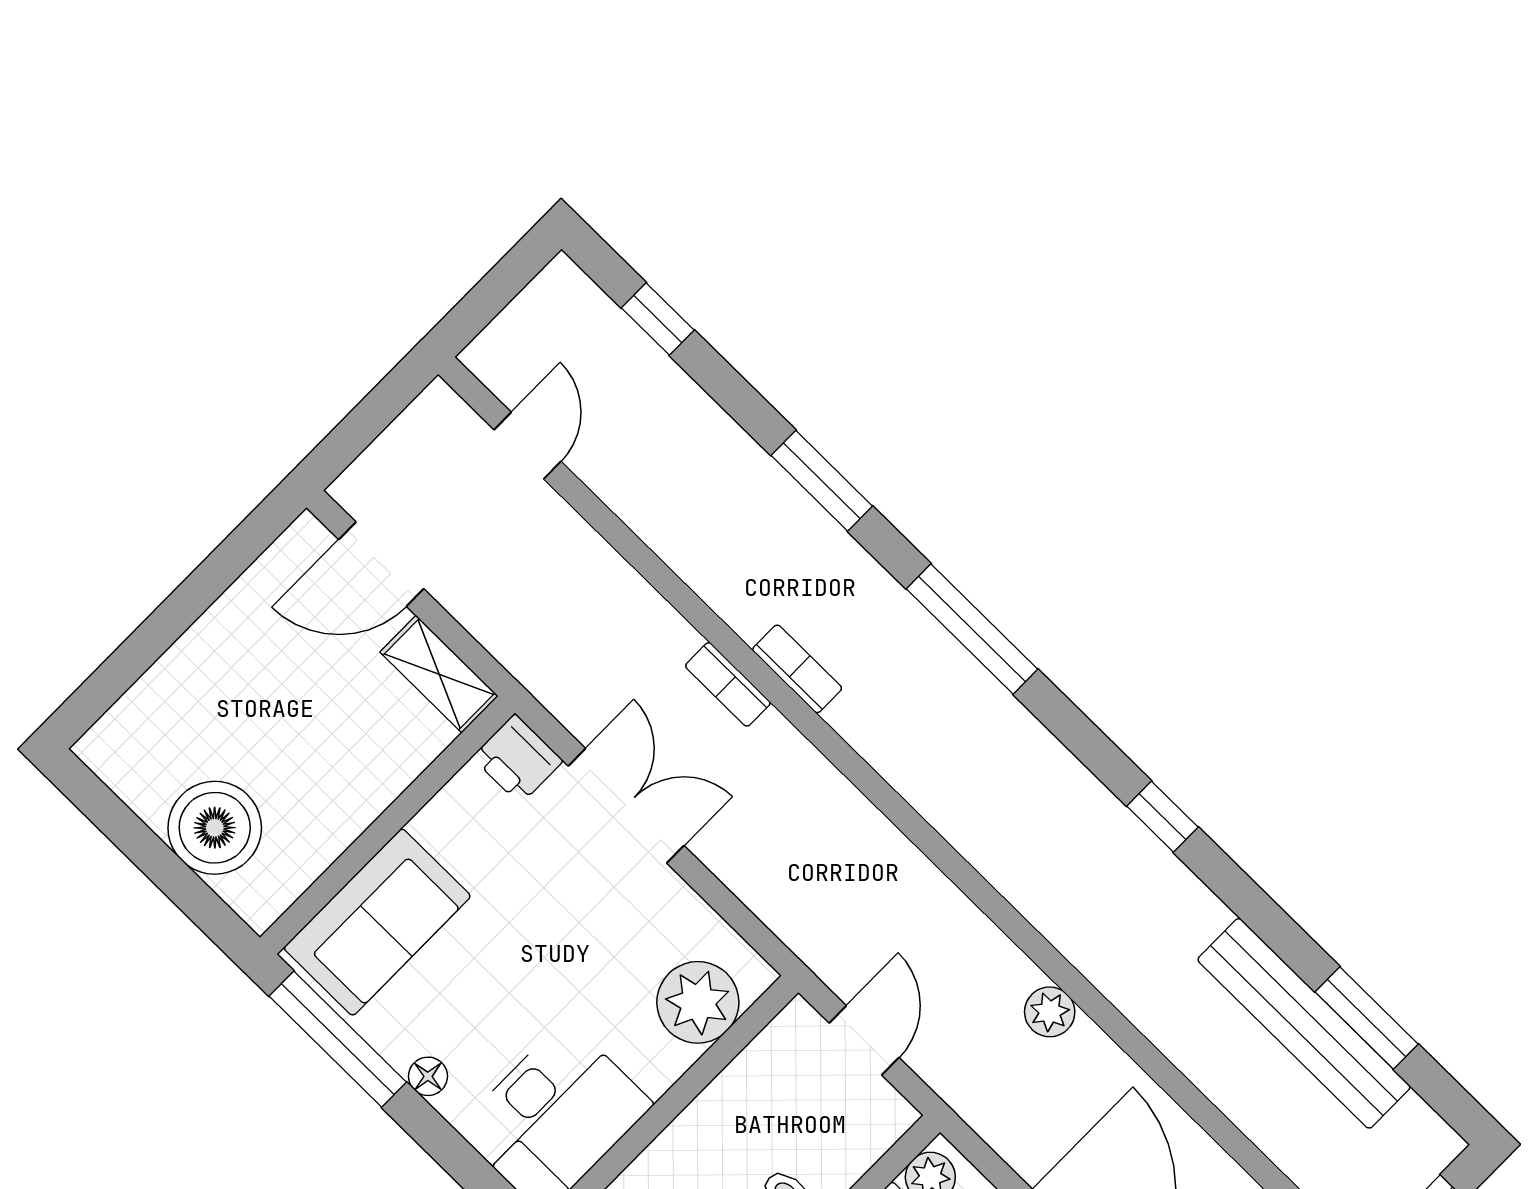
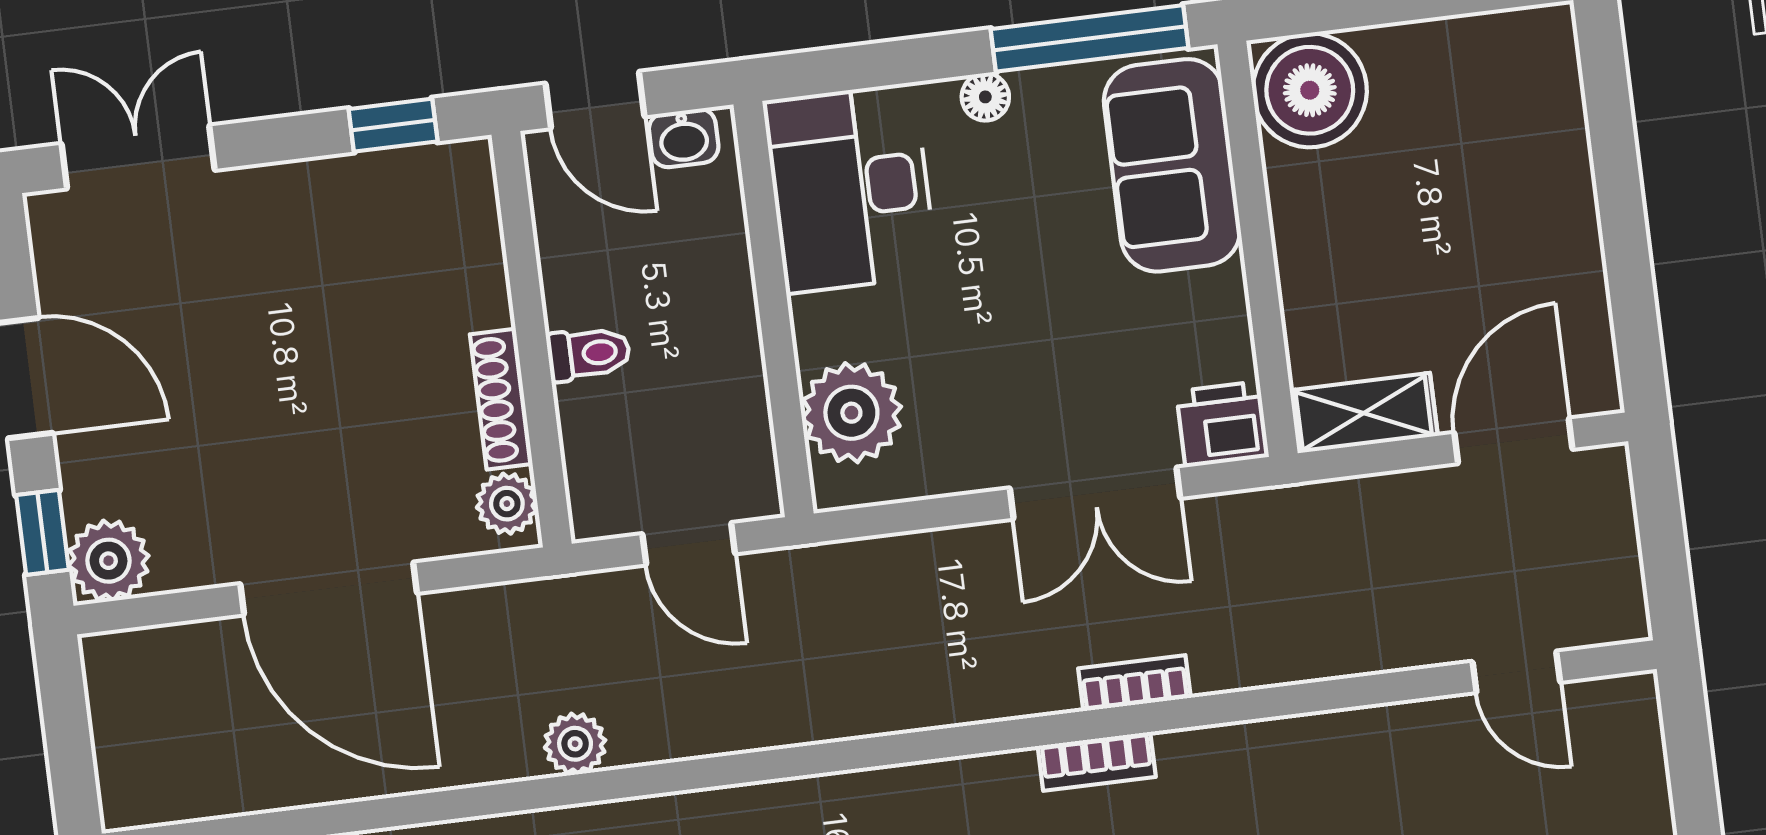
boiler: (215, 828) -> (1310, 90), moved

